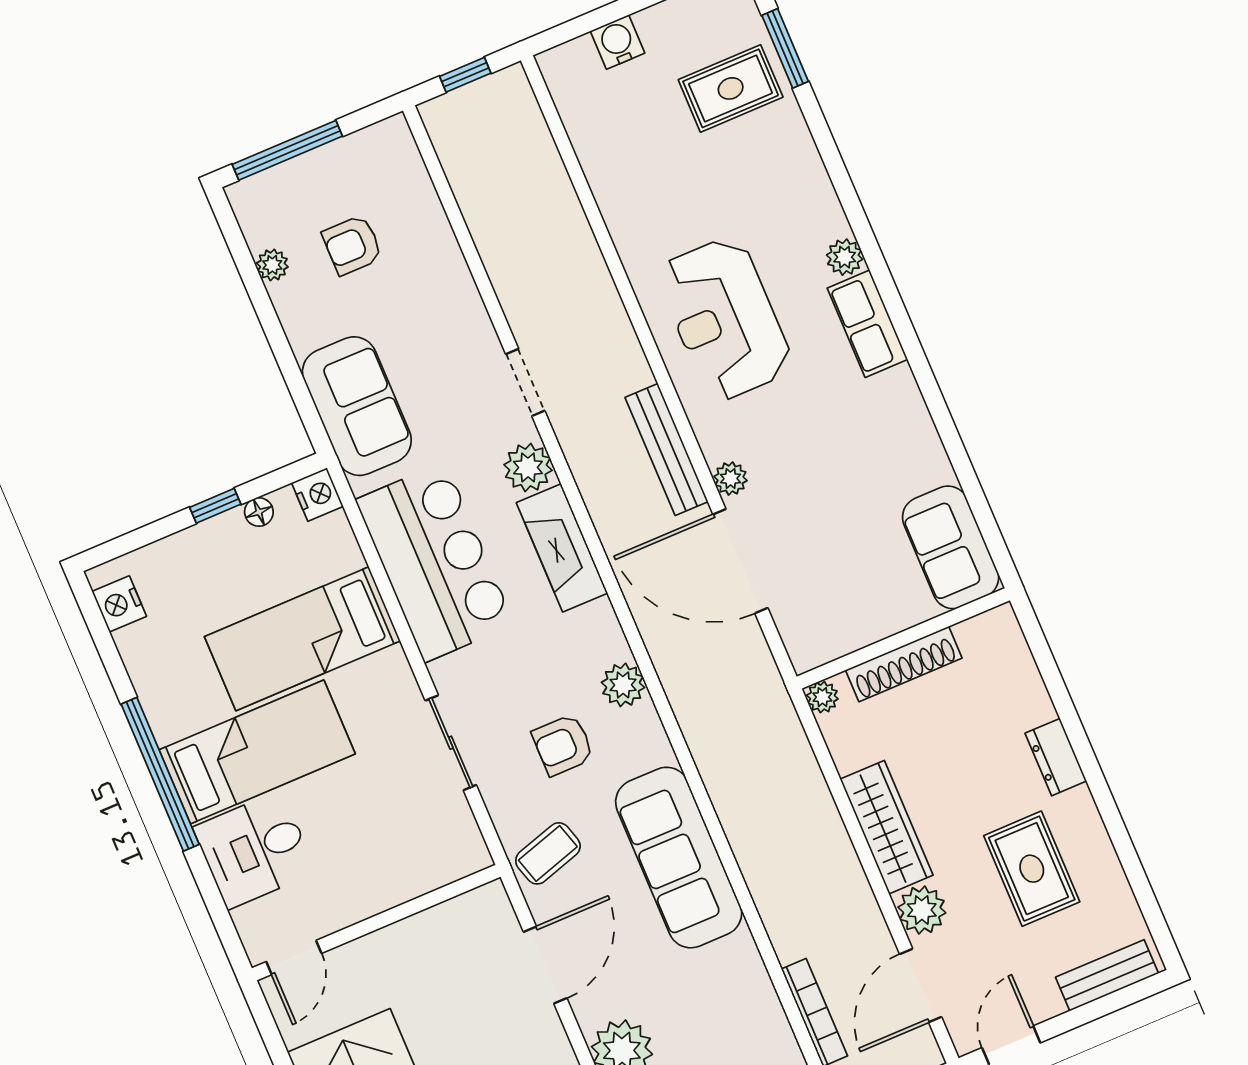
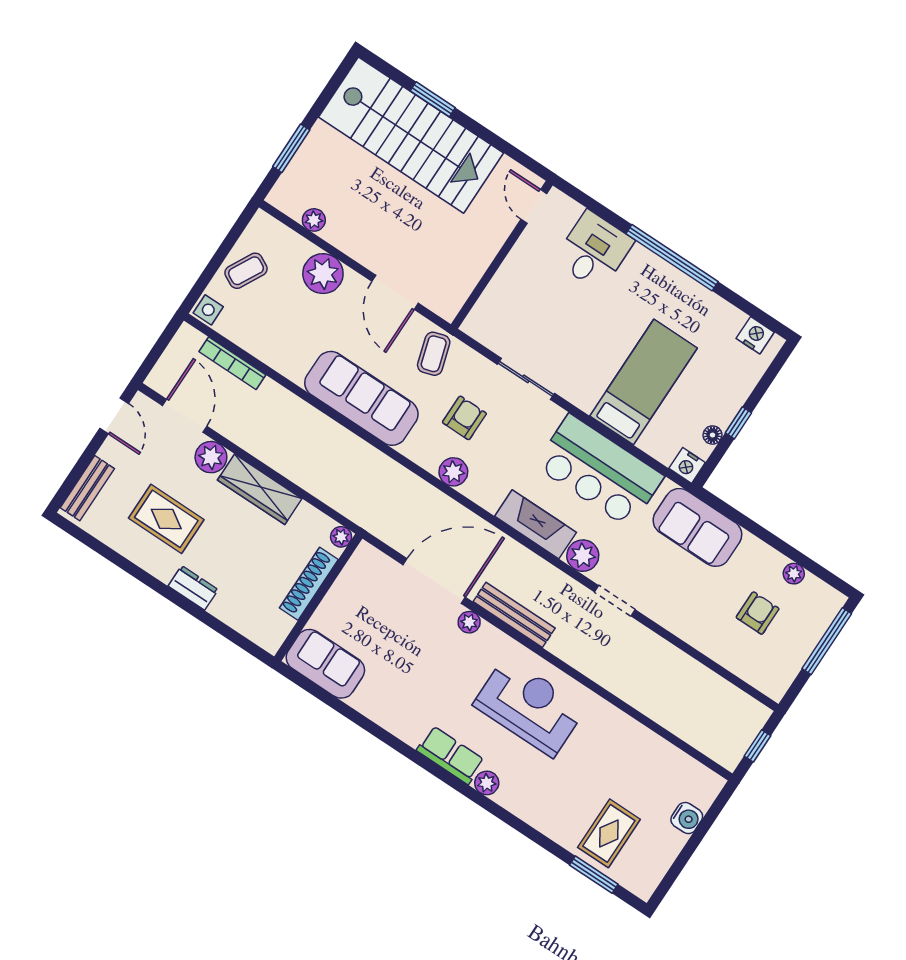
bed: (257, 752) -> (627, 305), removed

